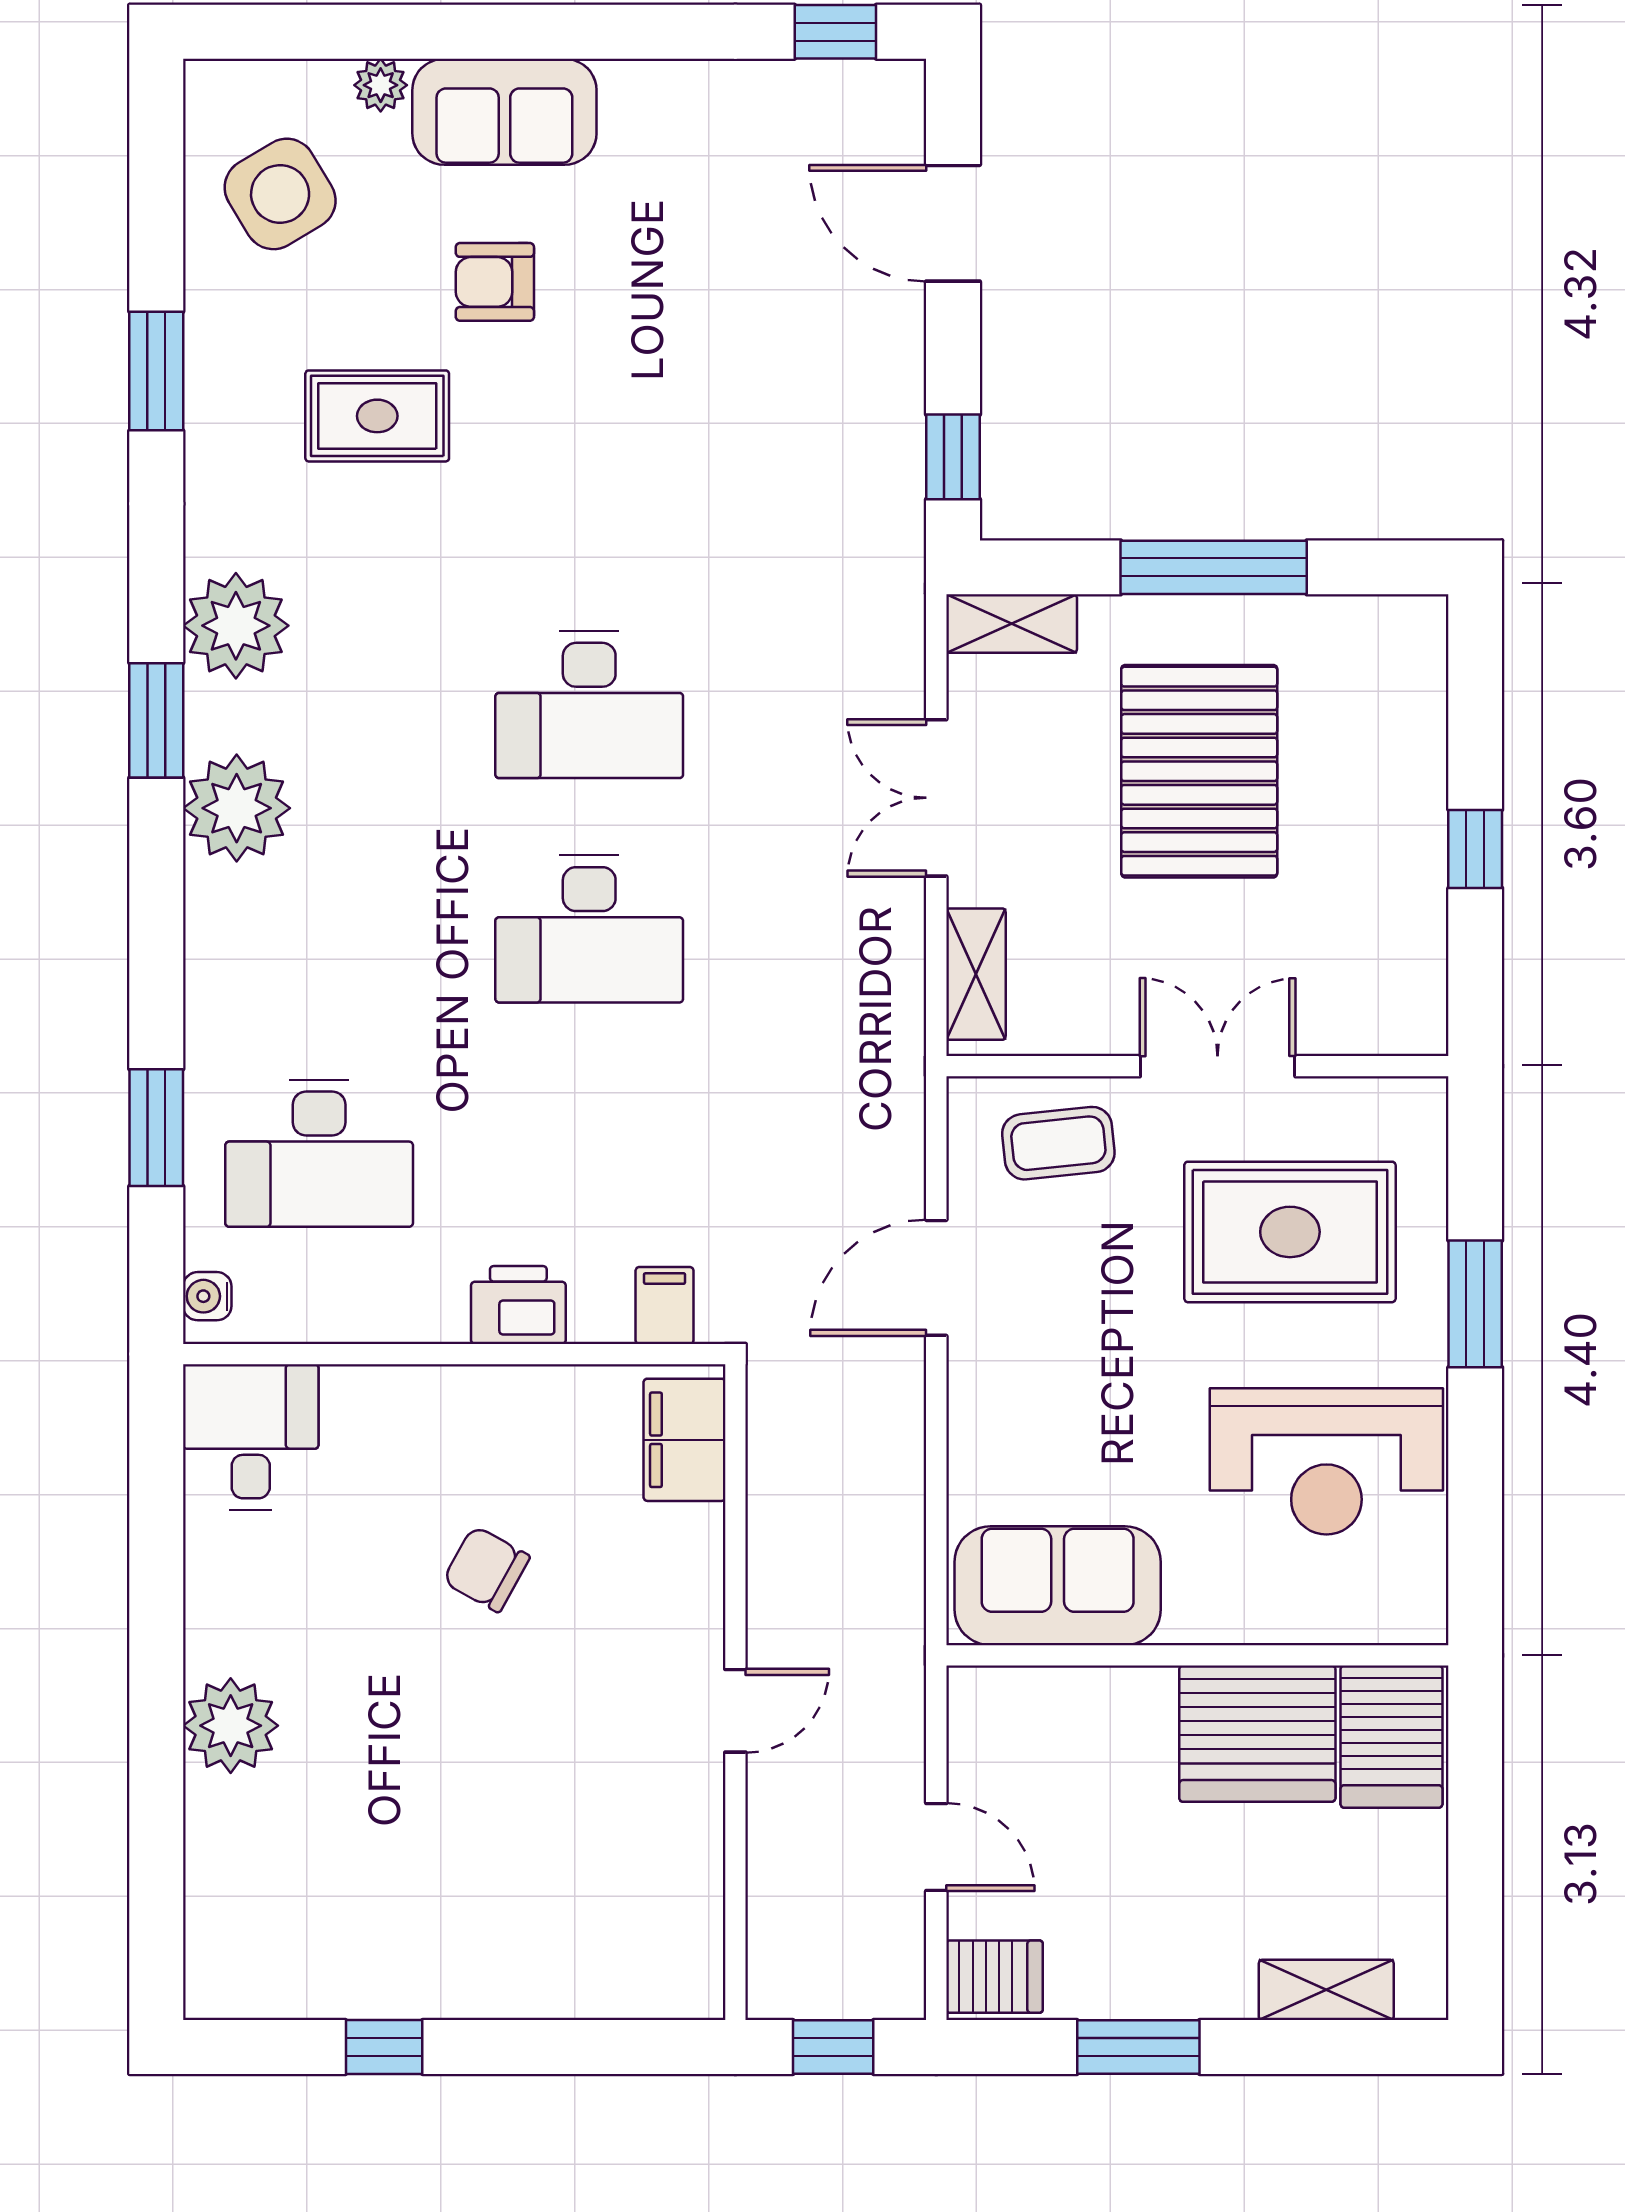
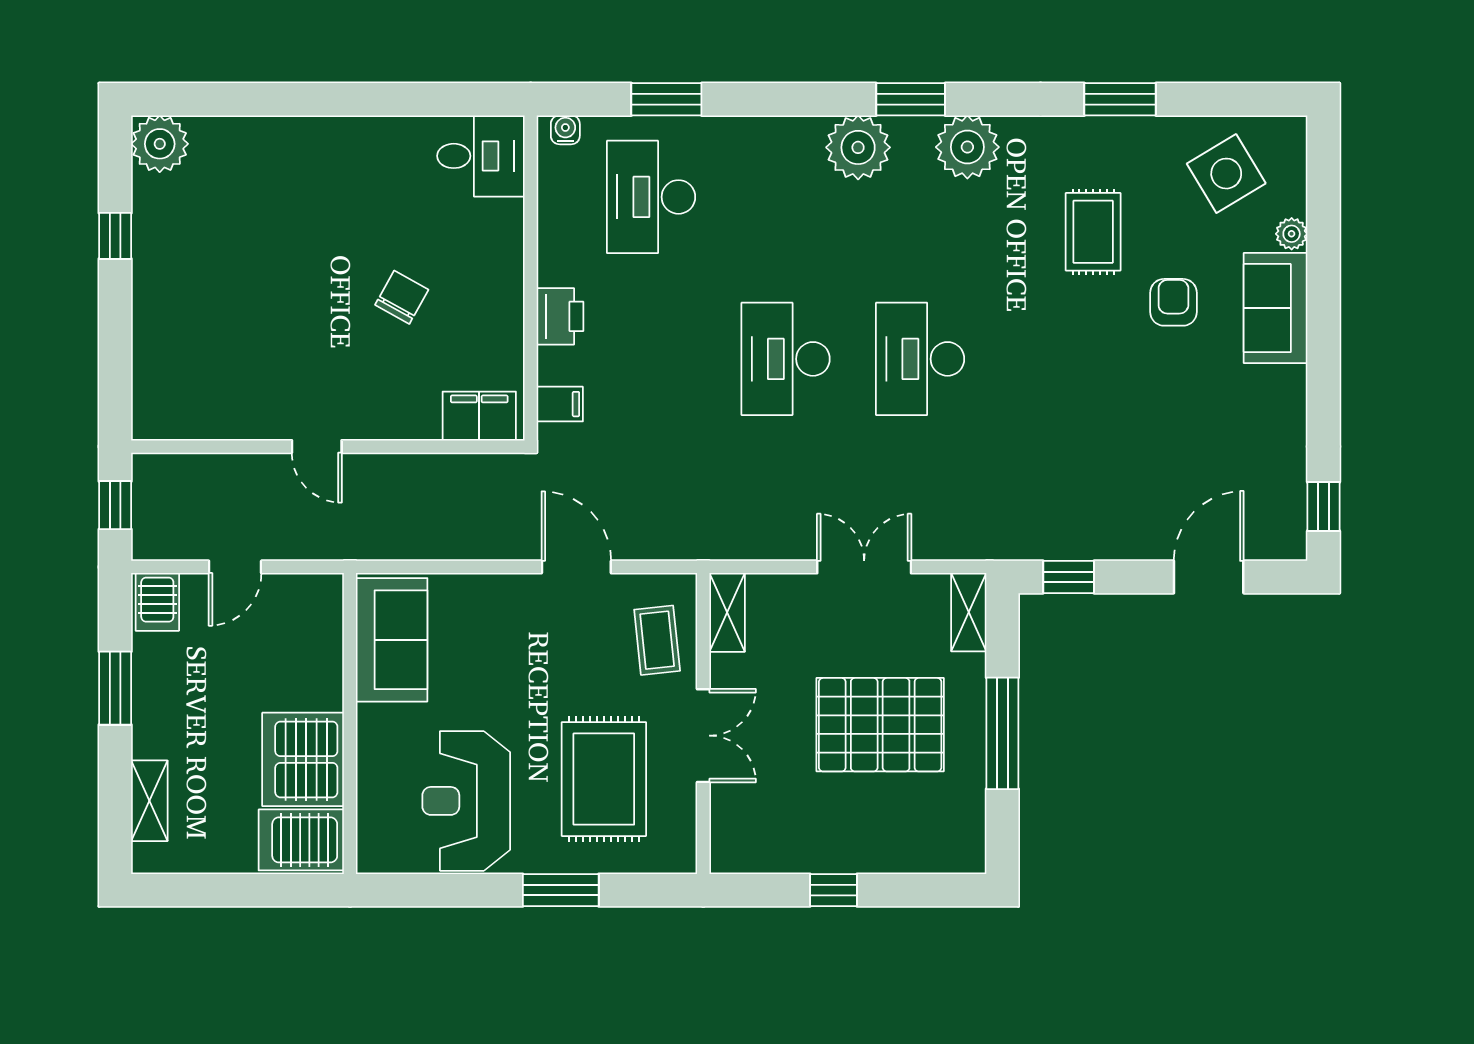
shelving: (976, 974) -> (727, 612), moved, turned 90
plant: (231, 1726) -> (160, 144), moved

